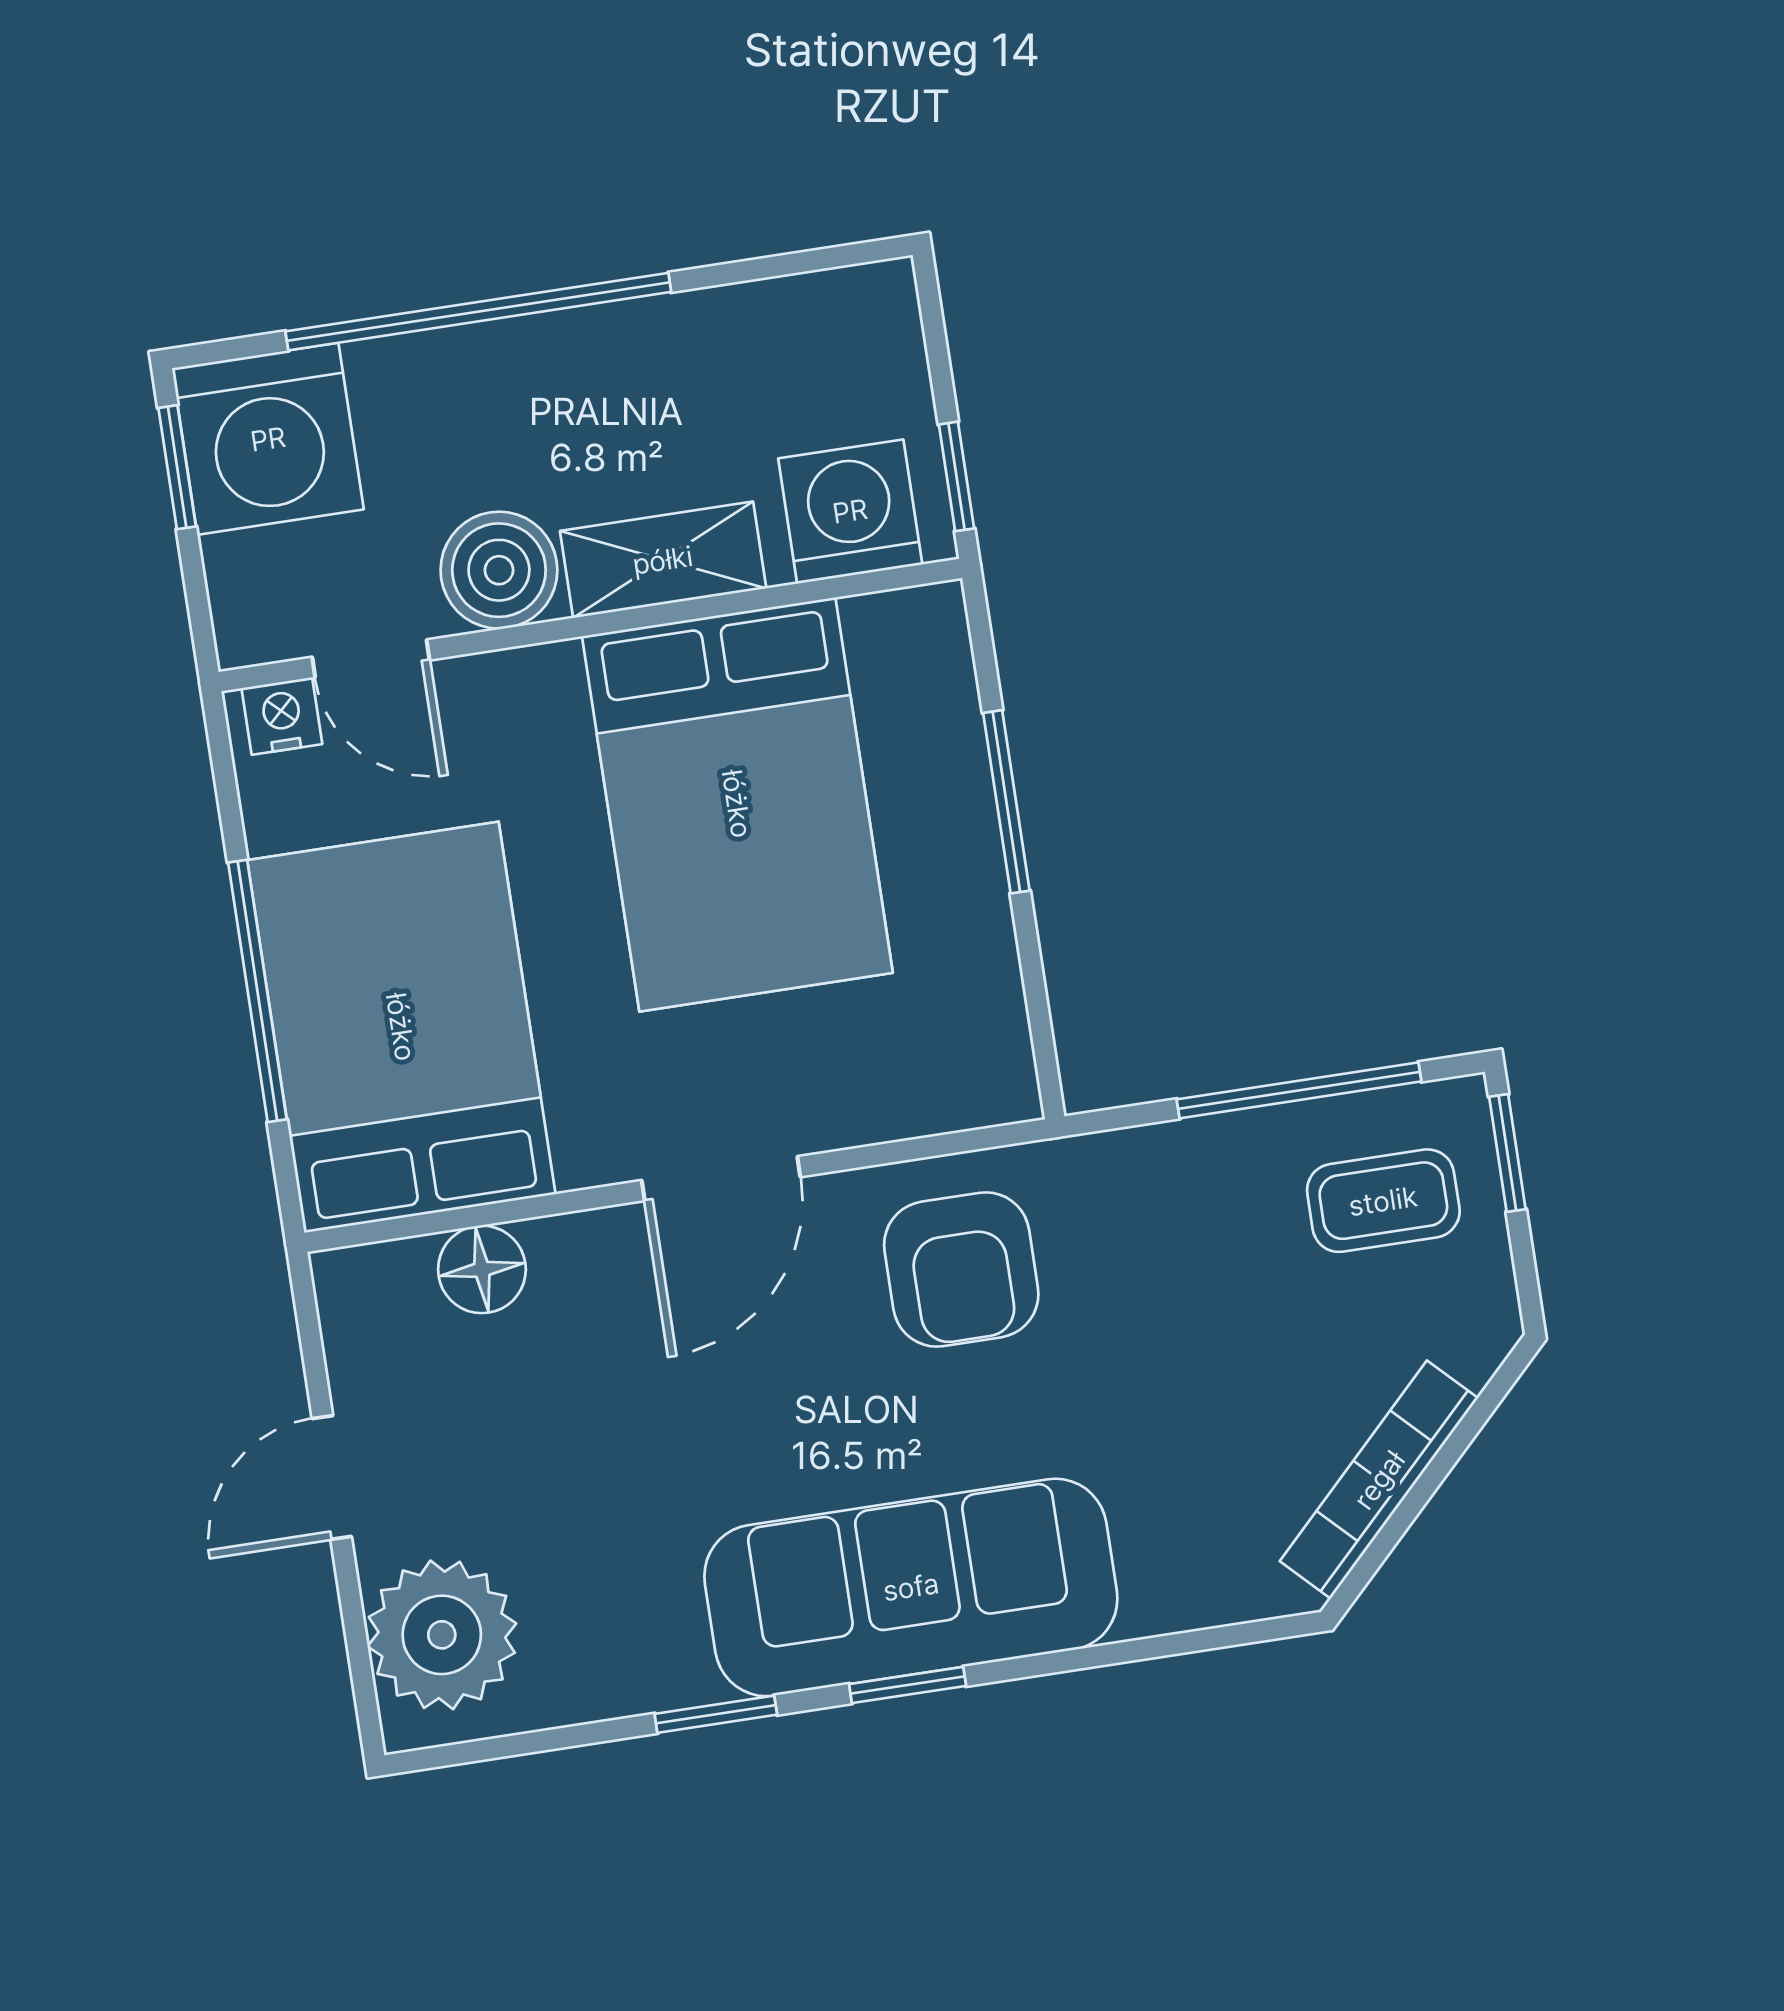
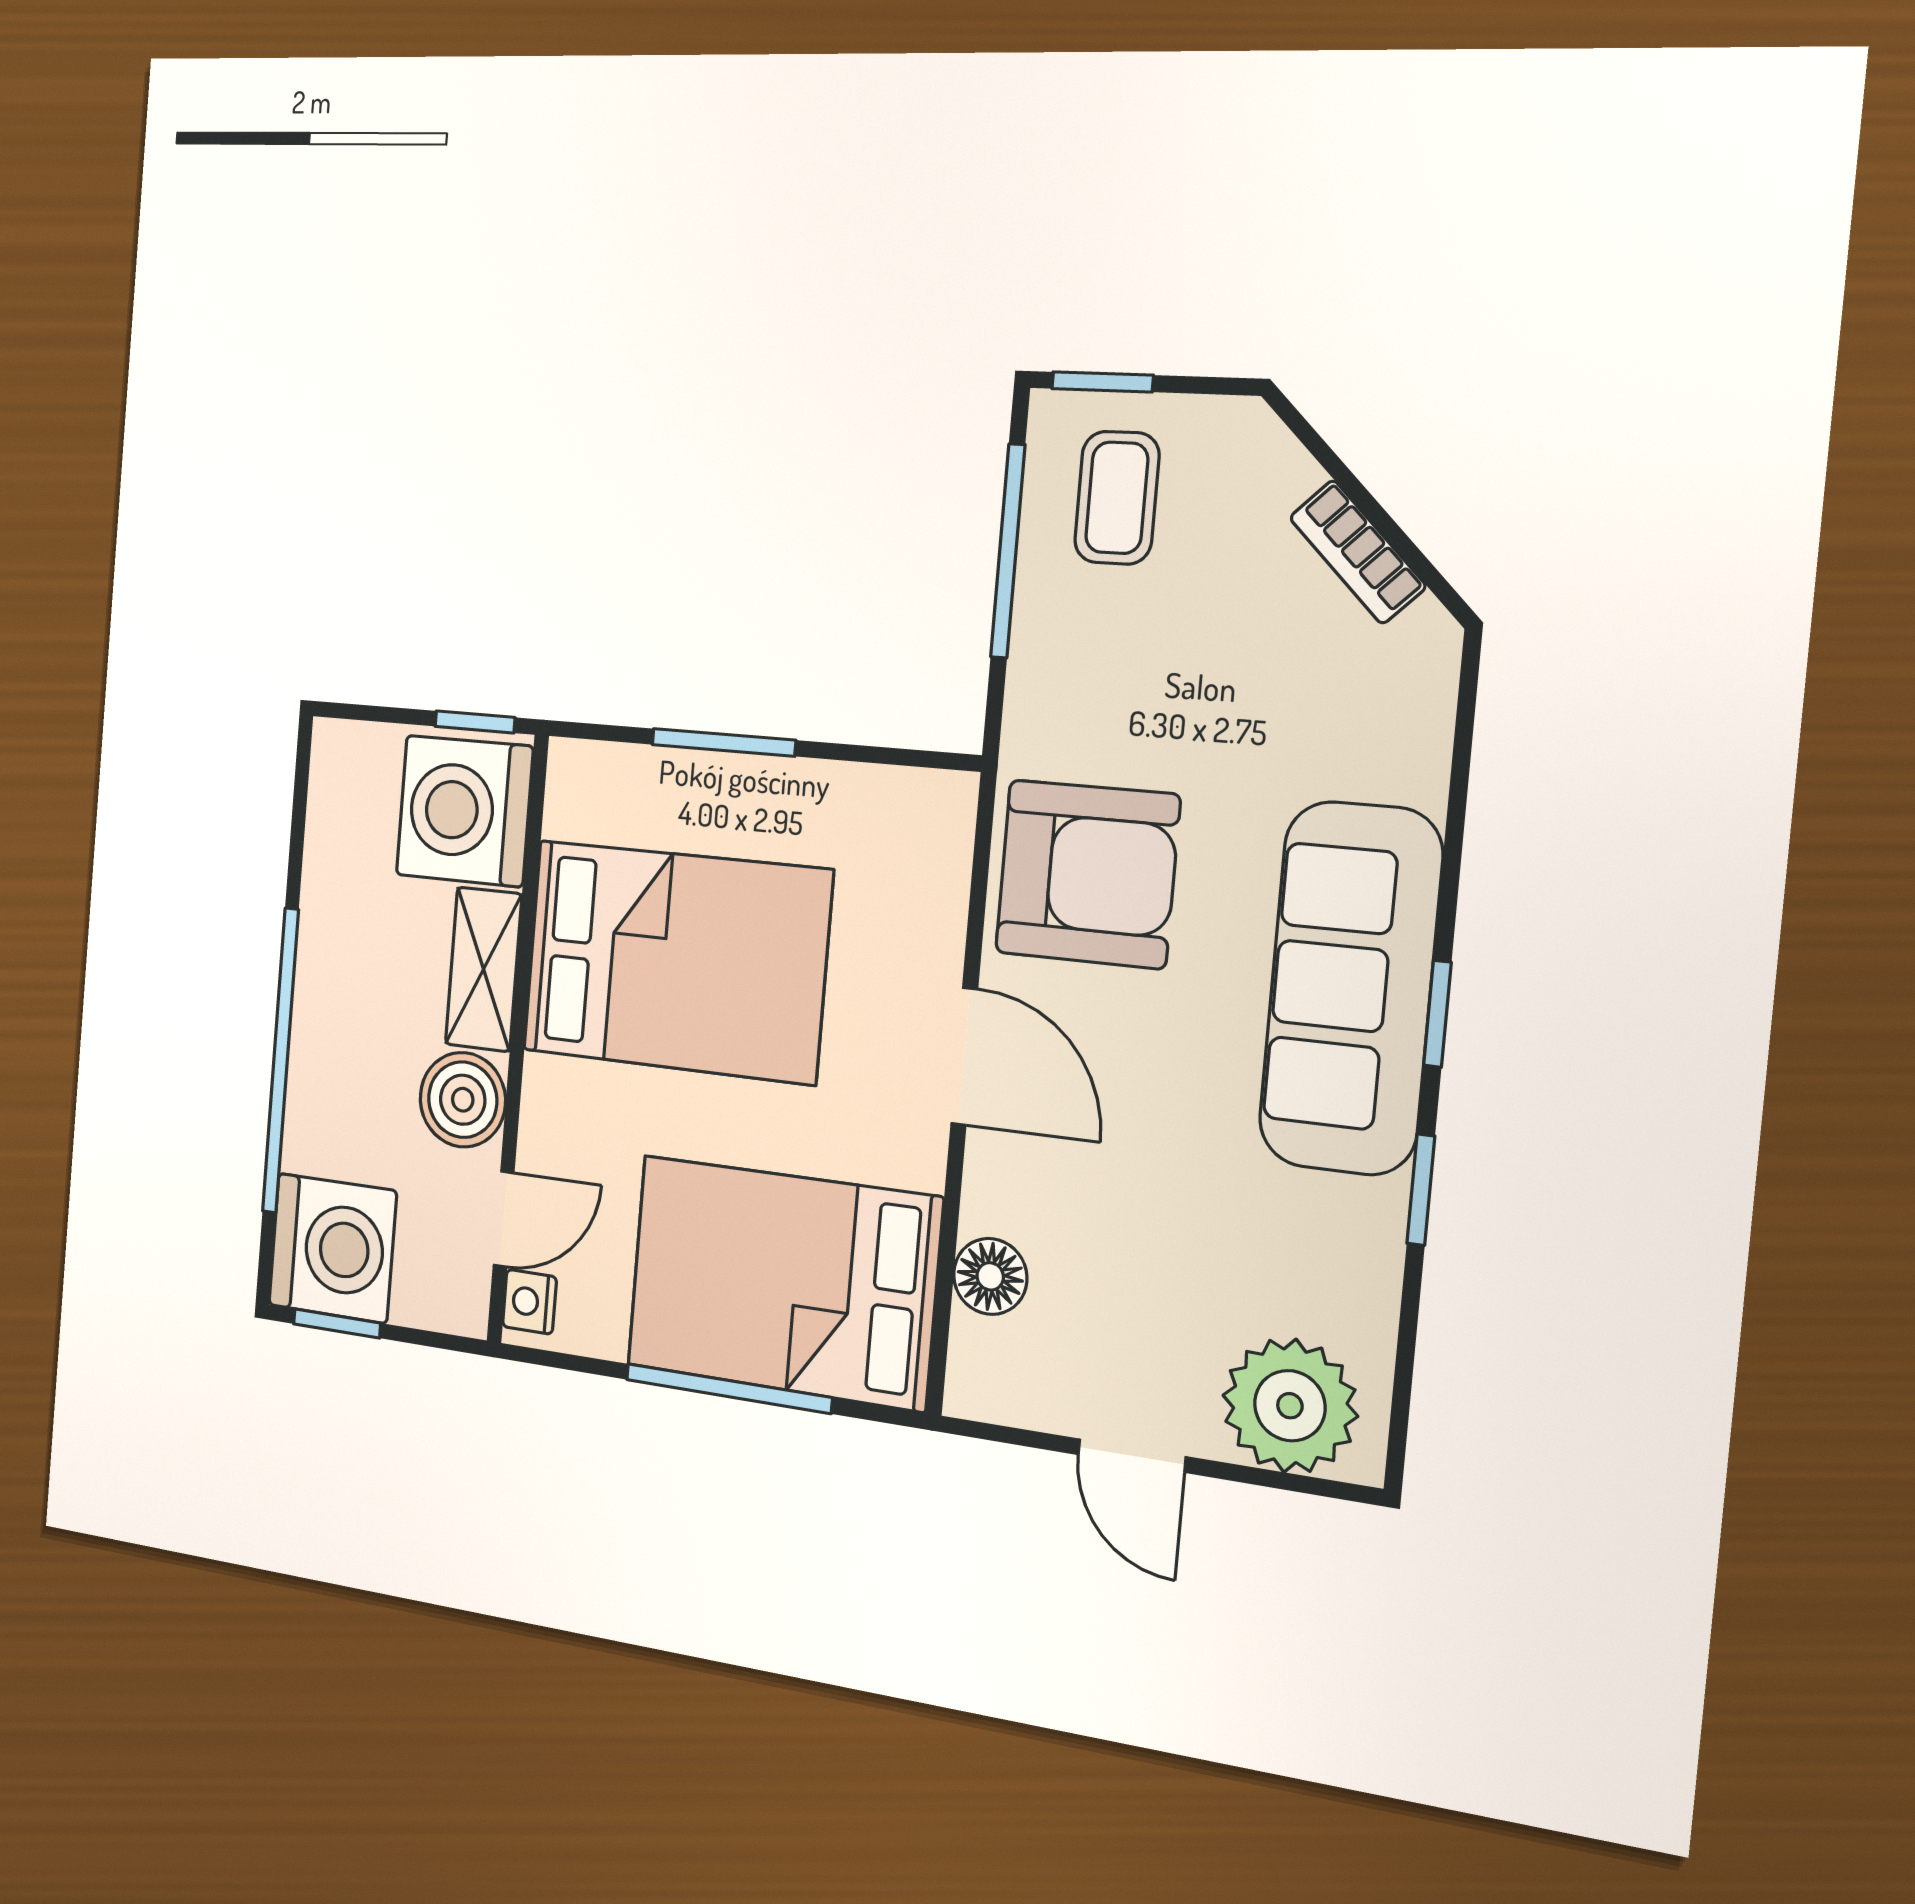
washing machine: (850, 511) -> (464, 811), width x1.37, depth x1.37
armchair: (961, 1269) -> (1087, 874), width x1.36, depth x1.36
bookcase: (1379, 1480) -> (1358, 552), width x0.64

